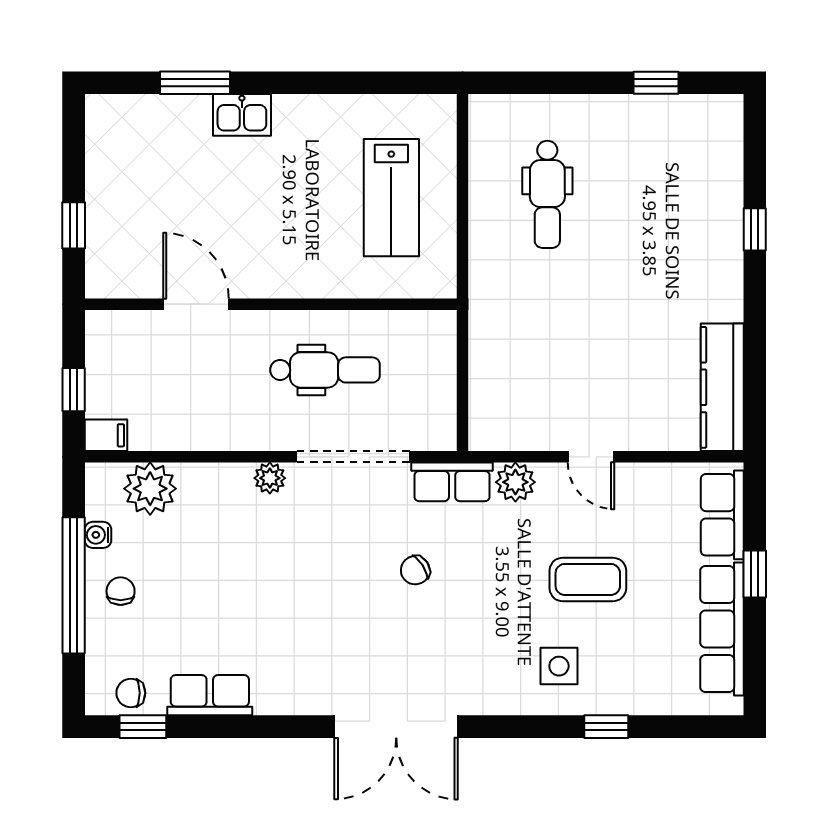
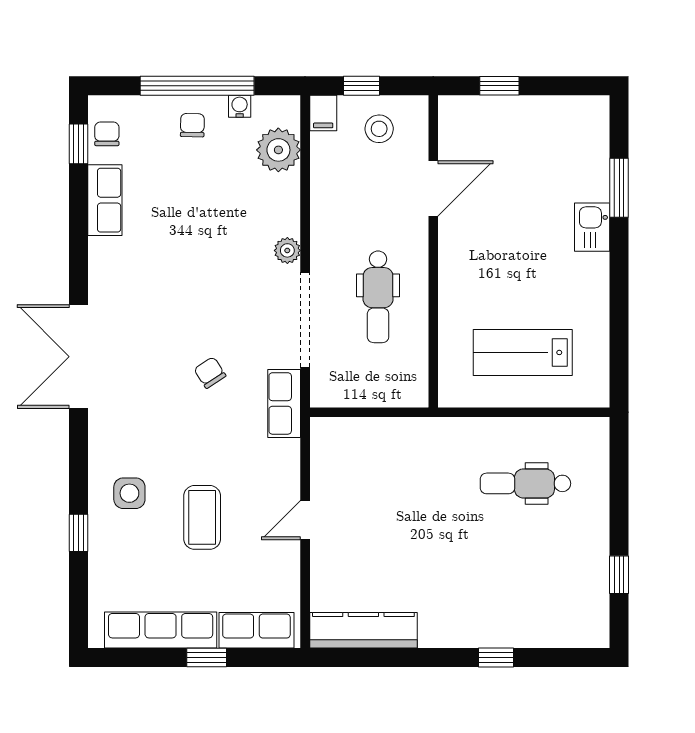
stool: (125, 369) -> (379, 129), added
plant: (515, 482) -> (284, 457), removed
chair: (121, 591) -> (192, 125), turned -89

